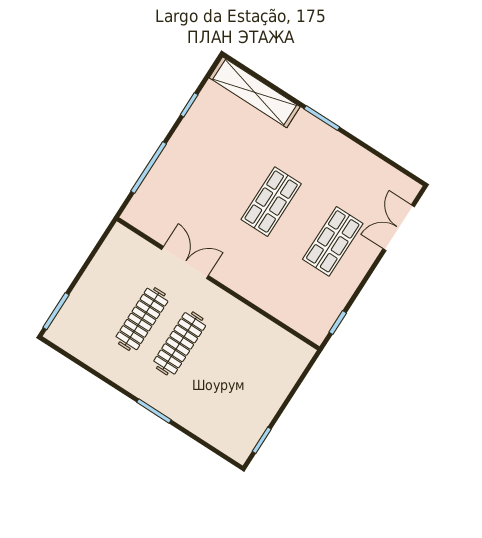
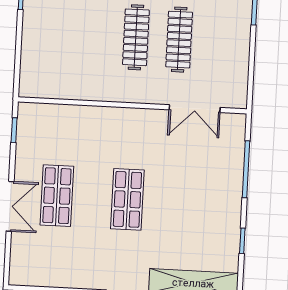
double door: (399, 228) -> (10, 206), moved
double door: (185, 262) -> (195, 109), moved

